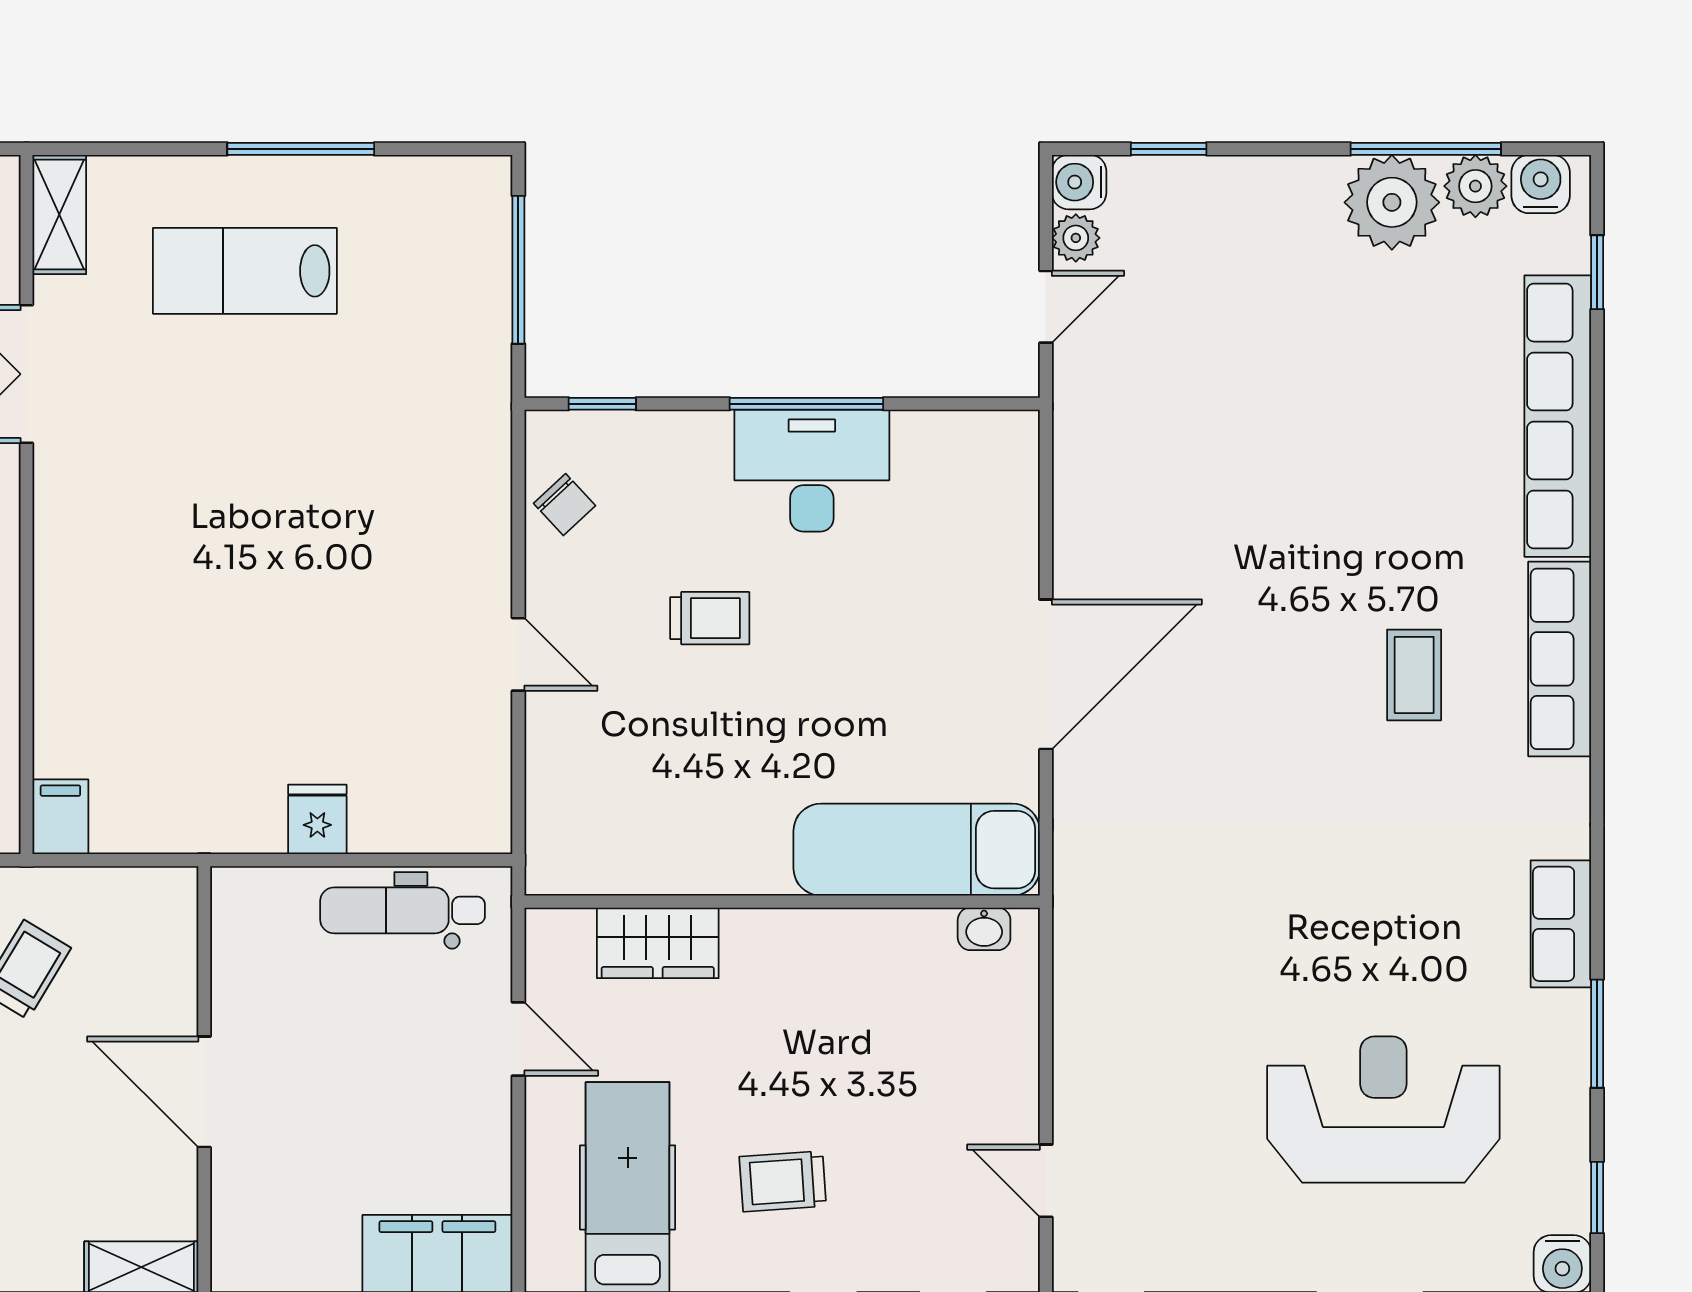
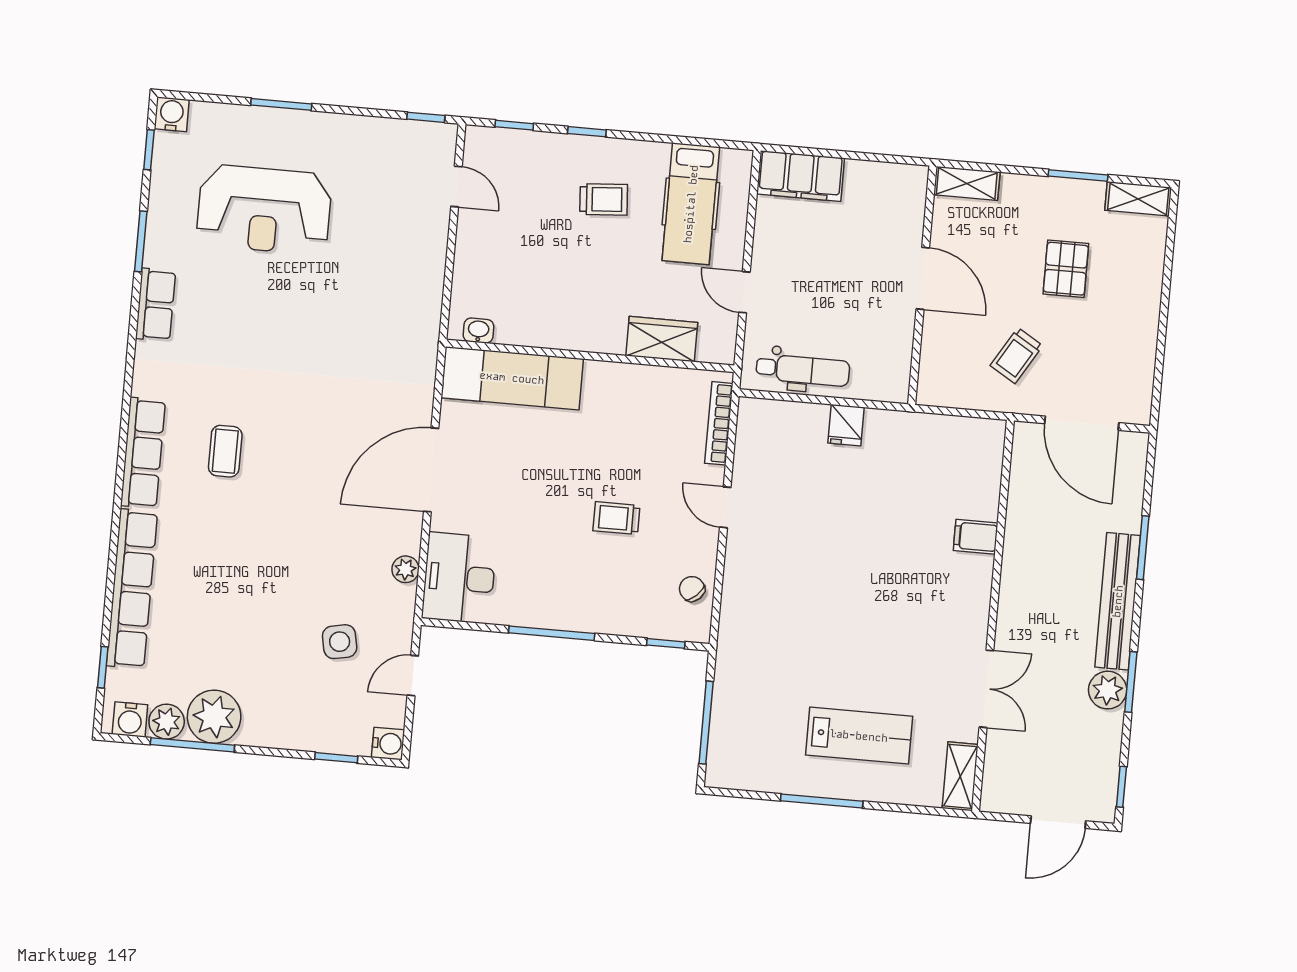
plant: (1076, 238) -> (405, 569), moved
side table: (1181, 355) -> (340, 642), added
desk: (812, 471) -> (459, 578), moved, turned 90
bookcase: (543, 802) -> (719, 423), added
filing cabinet: (60, 817) -> (976, 537), moved, turned 90

